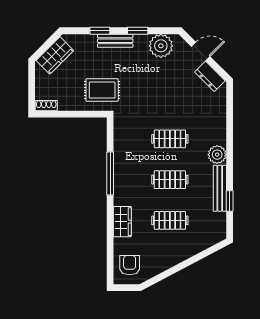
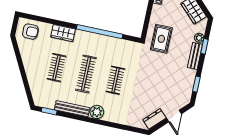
window: (138, 31) -> (196, 84), moved
plant: (161, 46) -> (199, 38), moved, width x0.53, depth x0.53
window: (110, 174) -> (100, 32), width x1.46
clothes rail: (170, 180) -> (86, 74), width x1.36
window: (230, 201) -> (49, 111), moved

